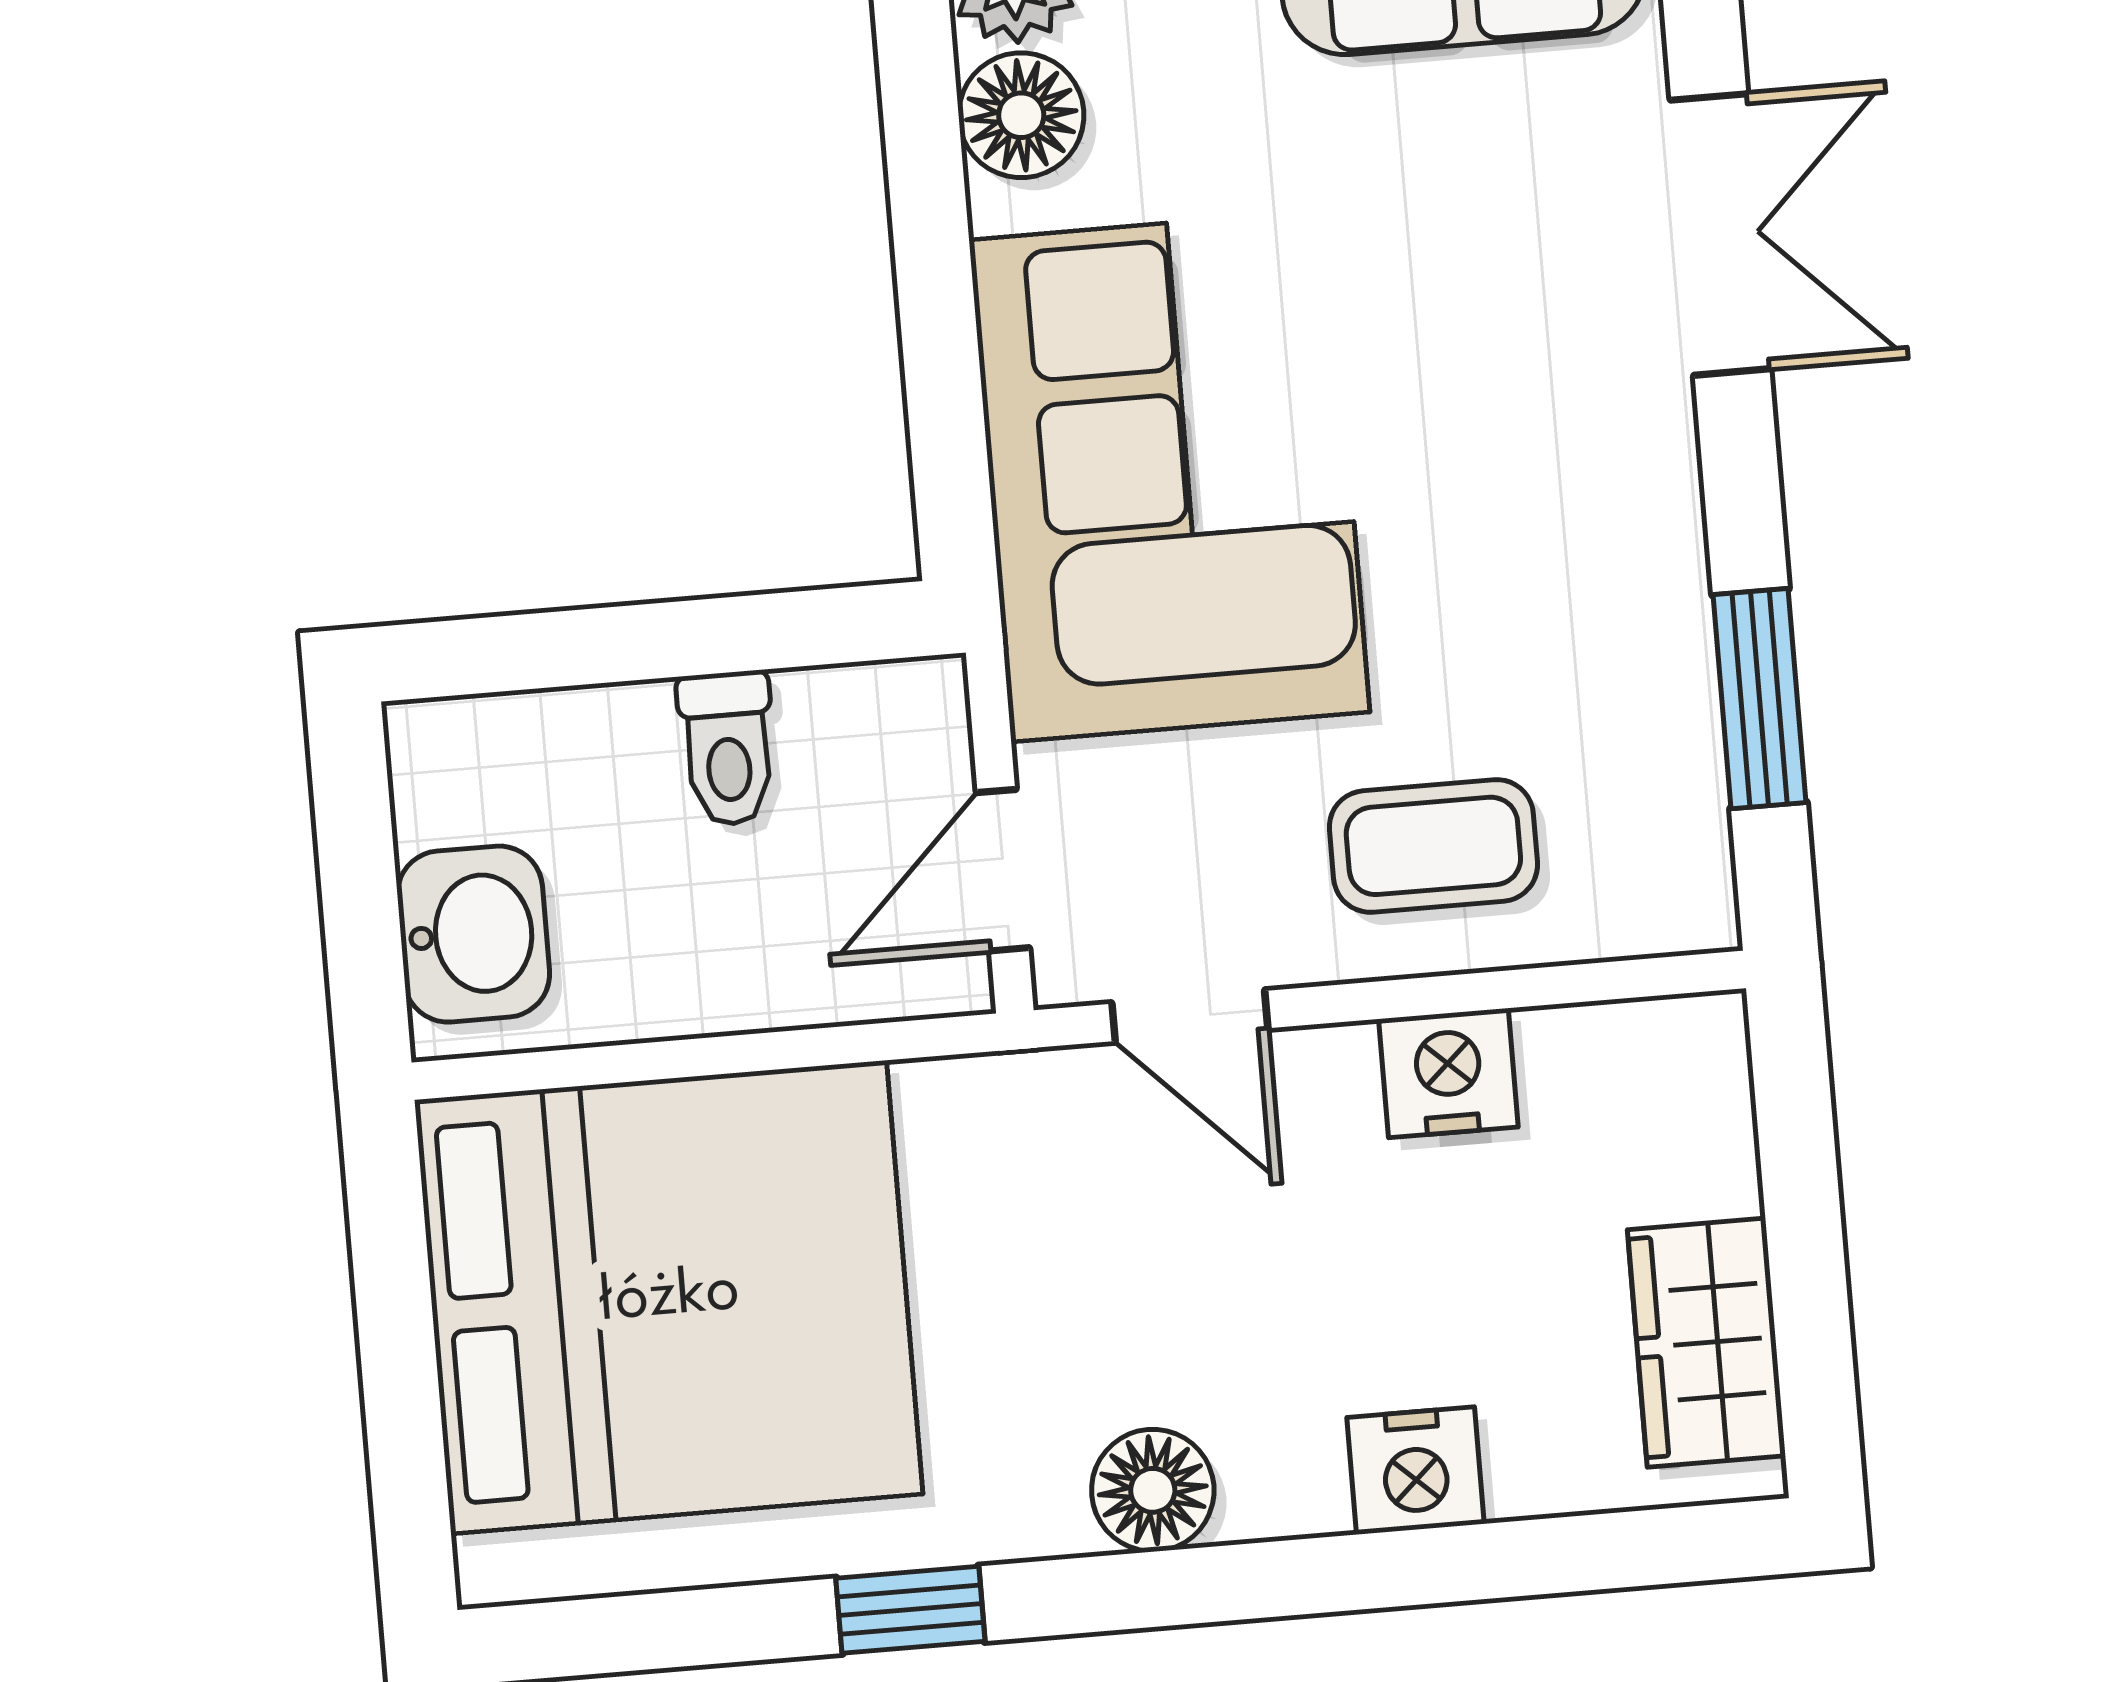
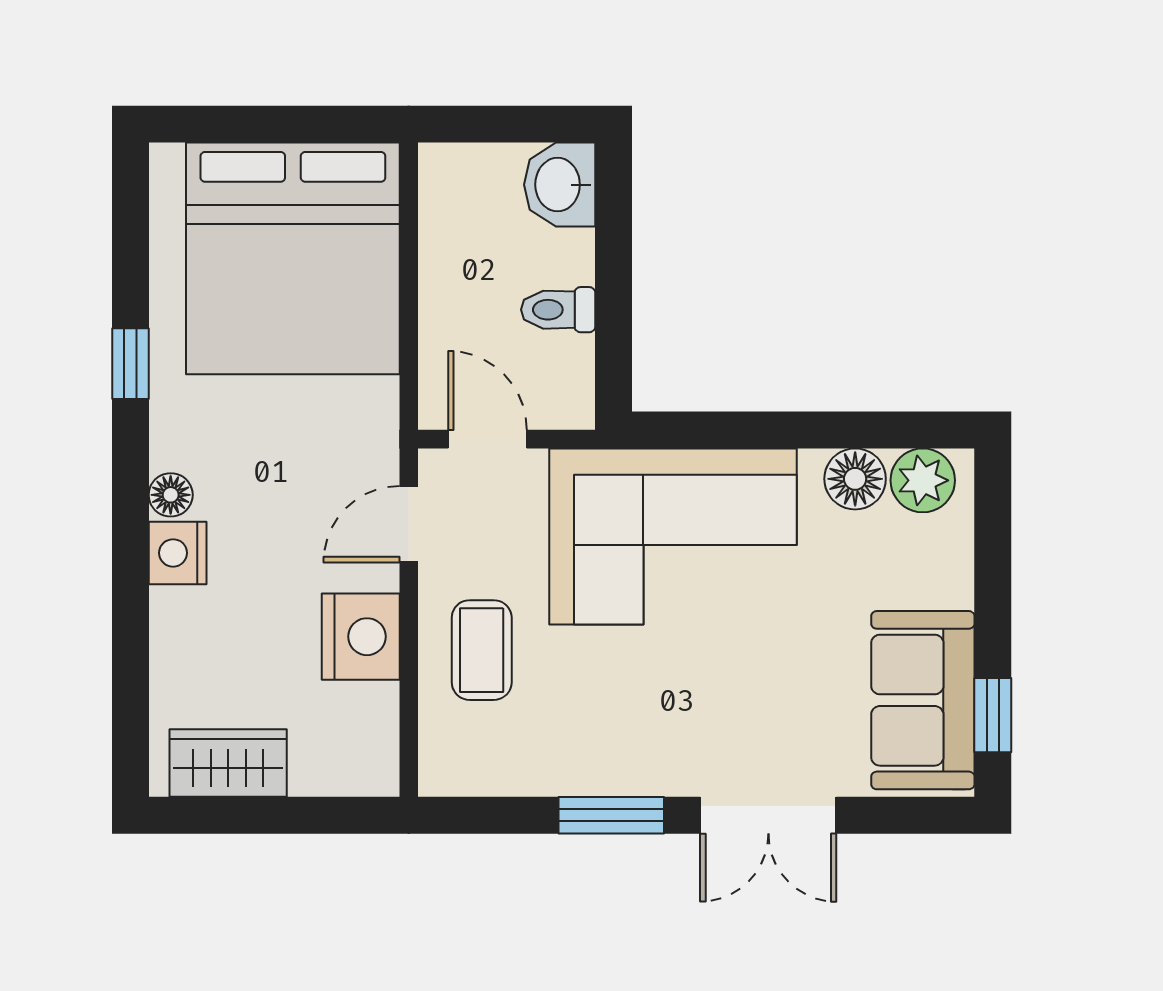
window: (1759, 699) -> (611, 815), moved
washbasin: (473, 934) -> (560, 185), moved, turned 90
nightstand: (1448, 1073) -> (361, 637), width x1.36, depth x1.33
nightstand: (1415, 1471) -> (178, 553), moved
floor lamp: (1153, 1490) -> (171, 495), width x0.73, depth x0.73

